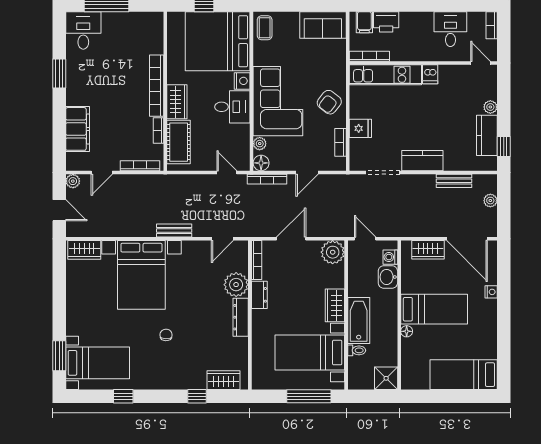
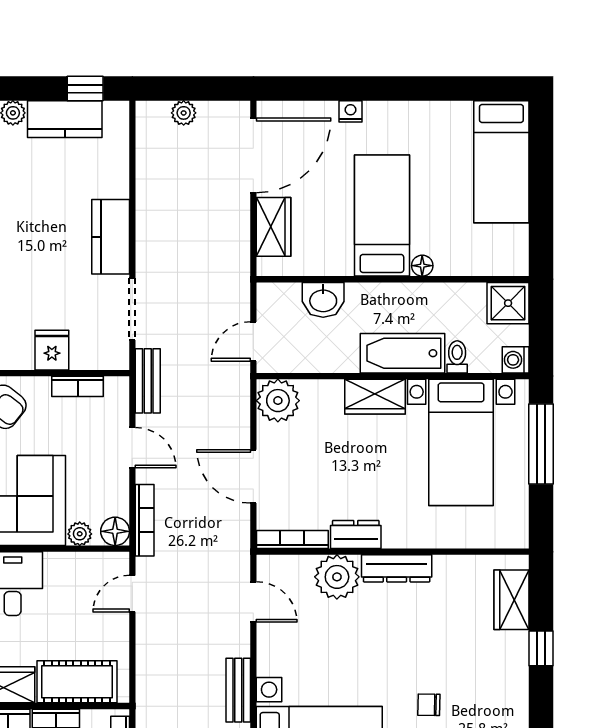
bench: (454, 181) -> (148, 381), moved
washing machine: (390, 257) -> (516, 360), moved, turned 90

